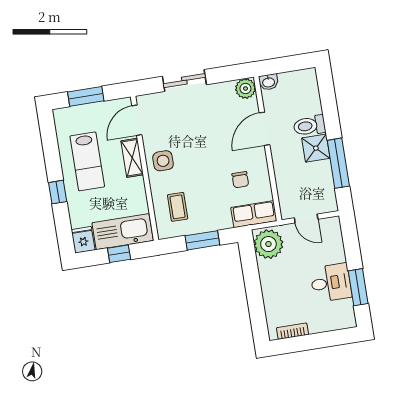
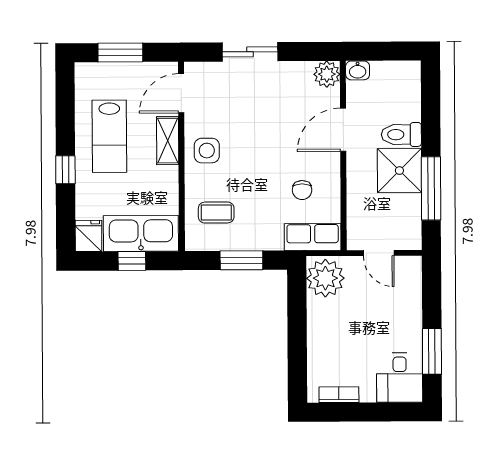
shower: (316, 148) -> (399, 171), width x1.36, depth x1.36
coffee table: (178, 207) -> (216, 212), turned 90
desk: (331, 283) -> (400, 378), moved, turned 90

